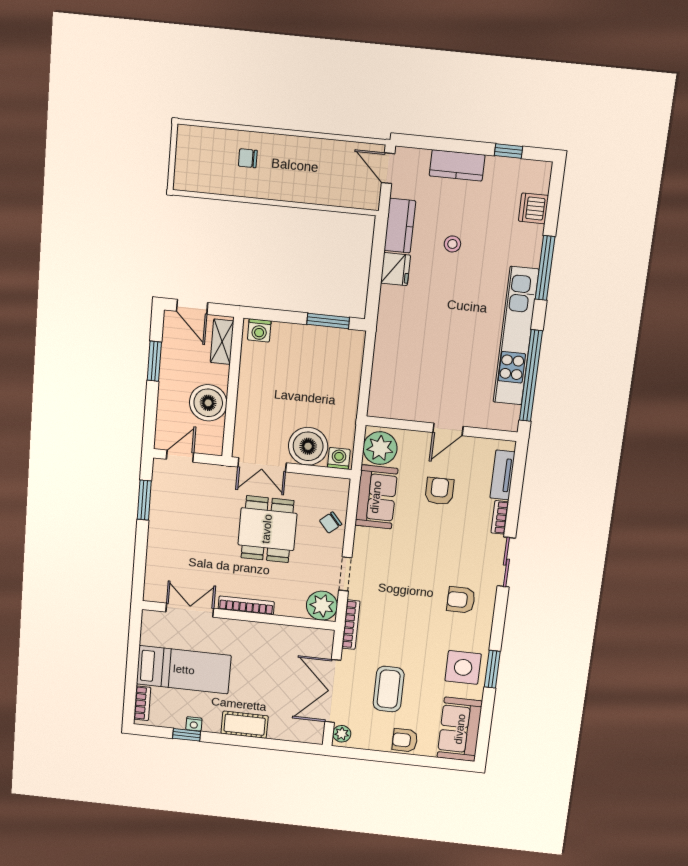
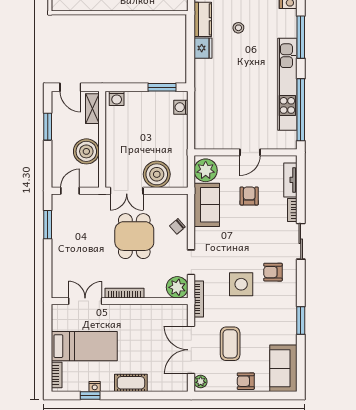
washing machine: (339, 458) -> (181, 107), moved, turned -90
side table: (463, 667) -> (241, 284), moved

